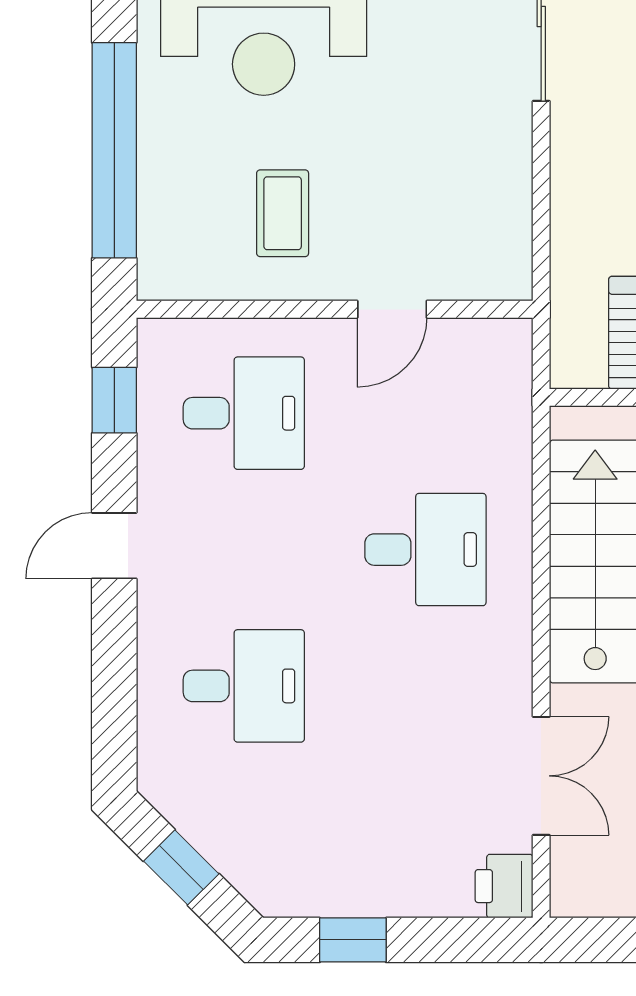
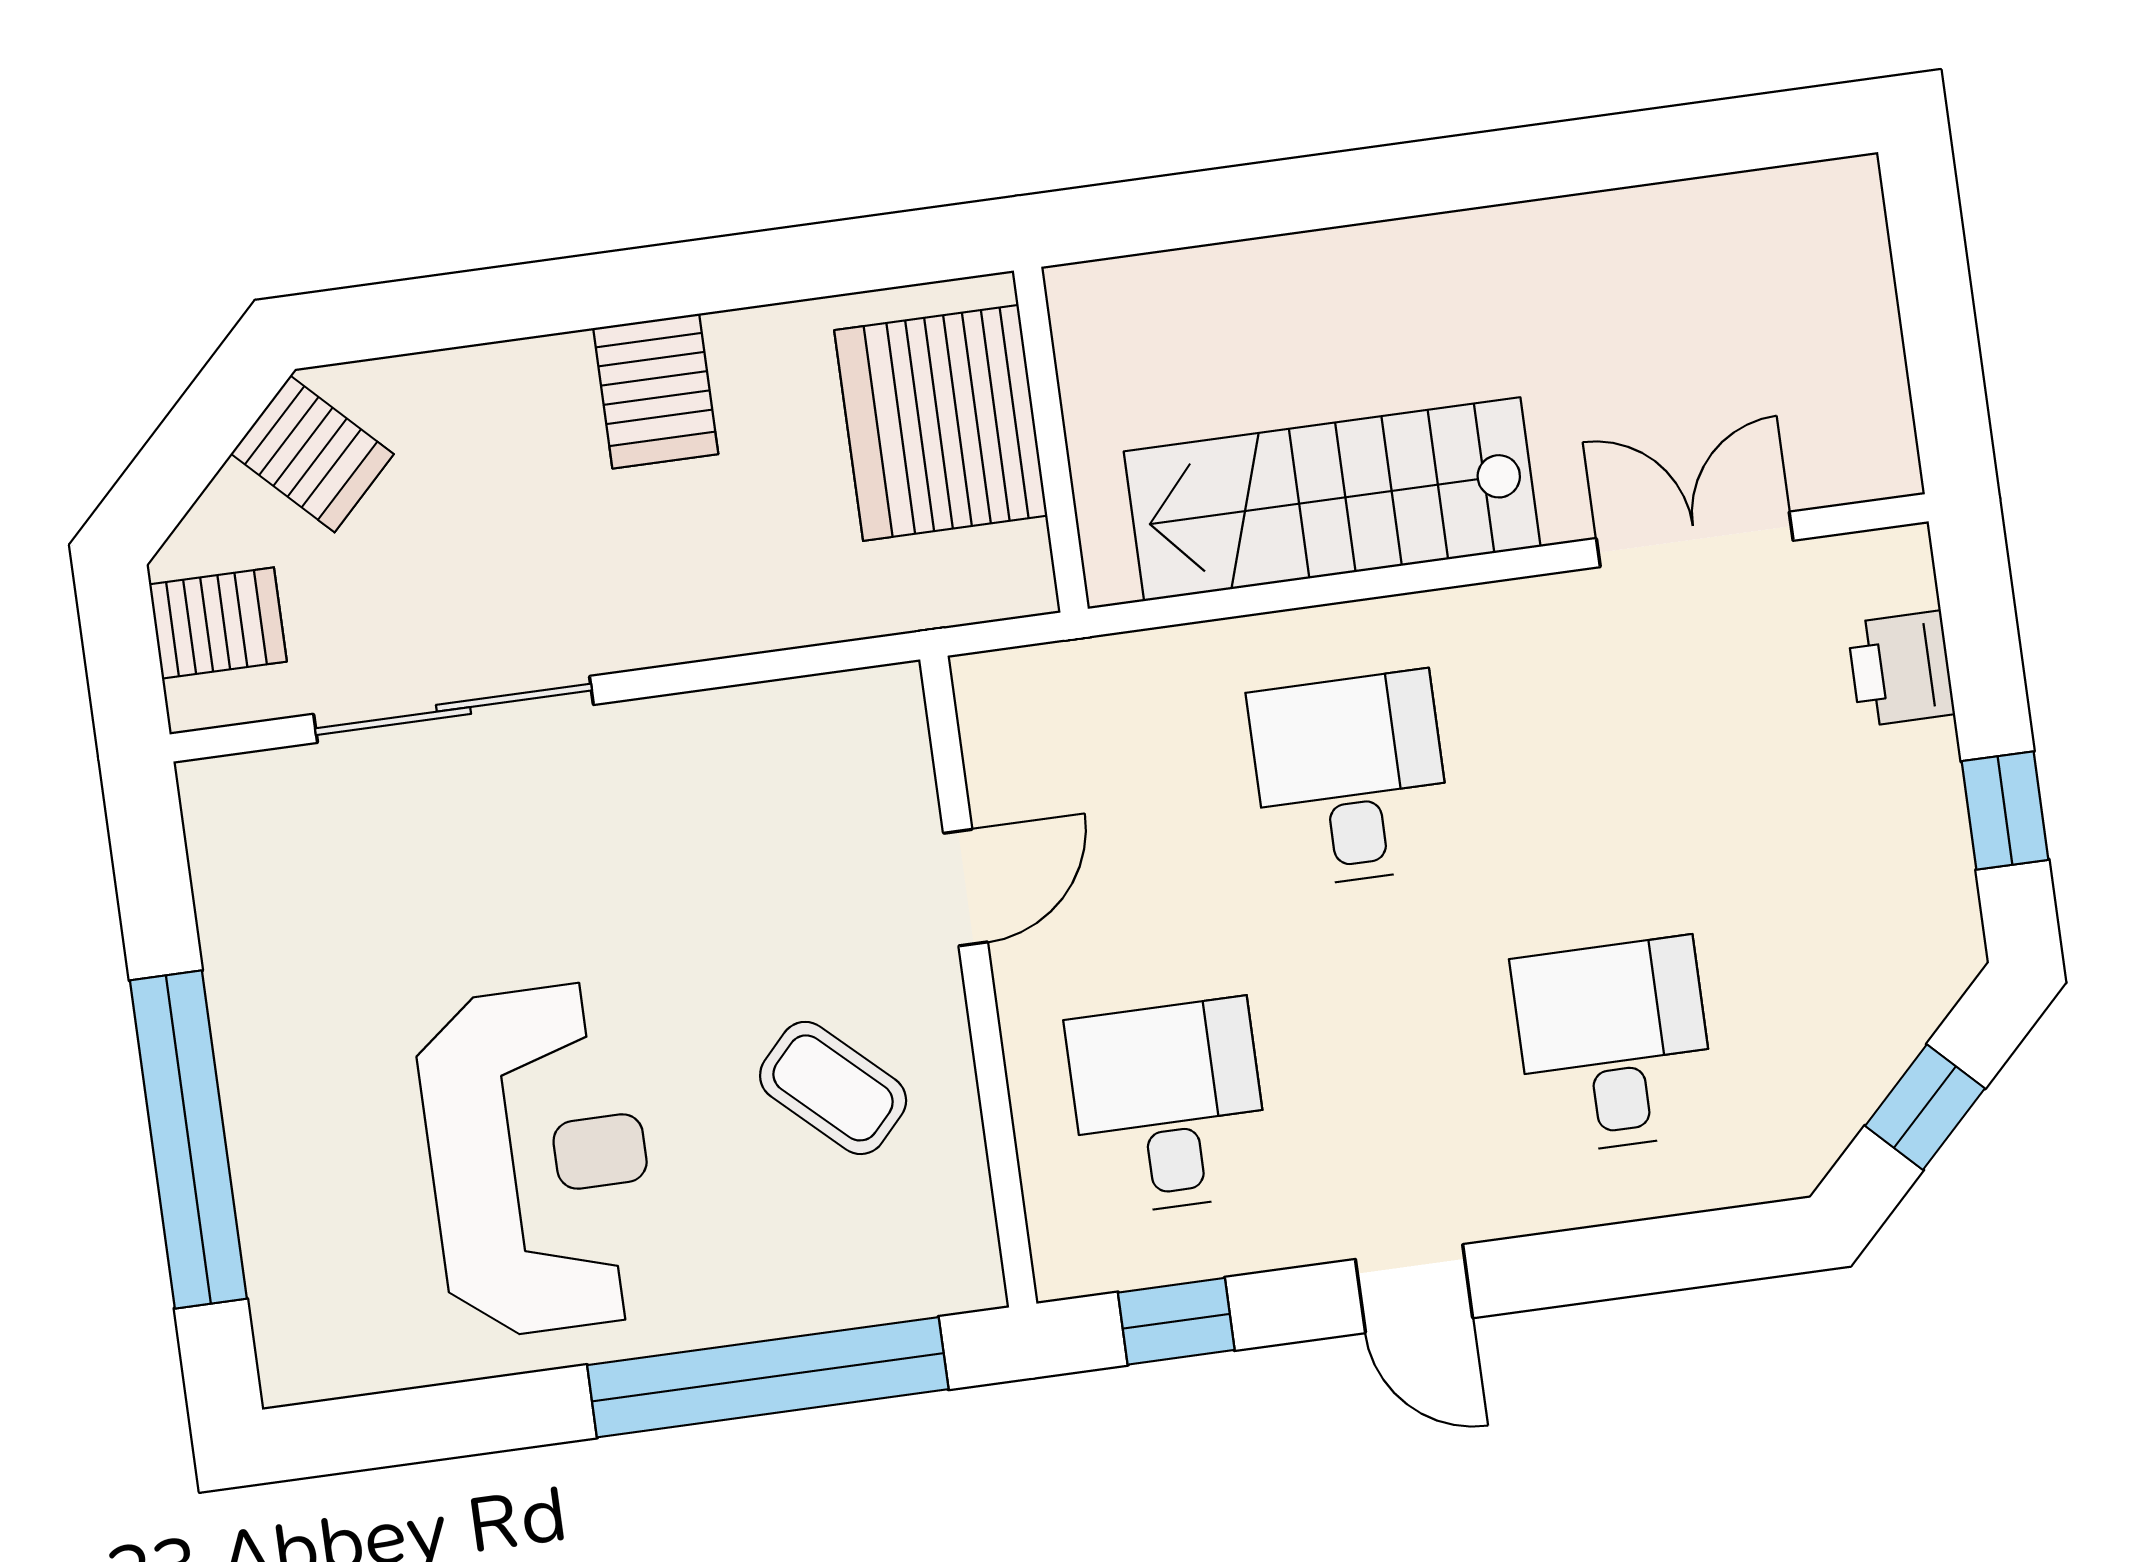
coffee table: (283, 213) -> (833, 1088), turned 43
door: (392, 309) -> (965, 888), hinge flipped
printer: (504, 886) -> (1901, 669), moved, turned 90

